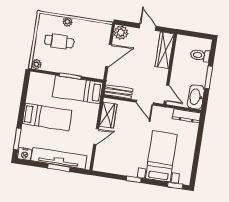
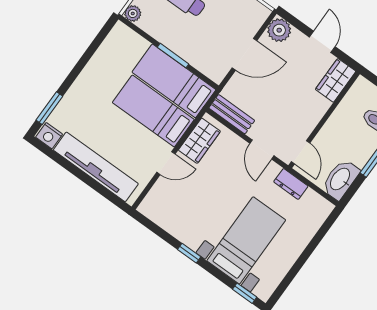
wardrobe: (165, 50) -> (336, 80), width x0.67
dresser: (187, 116) -> (291, 184), moved, width x0.70
bed: (47, 117) -> (153, 111), moved, turned 180
window: (59, 168) -> (89, 181), removed

